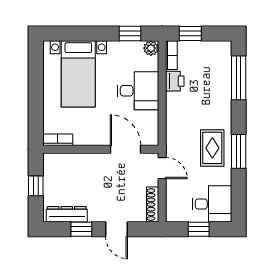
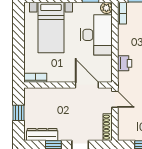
printer: (175, 81) -> (125, 63), moved
desk: (138, 91) -> (96, 35), width x1.37

